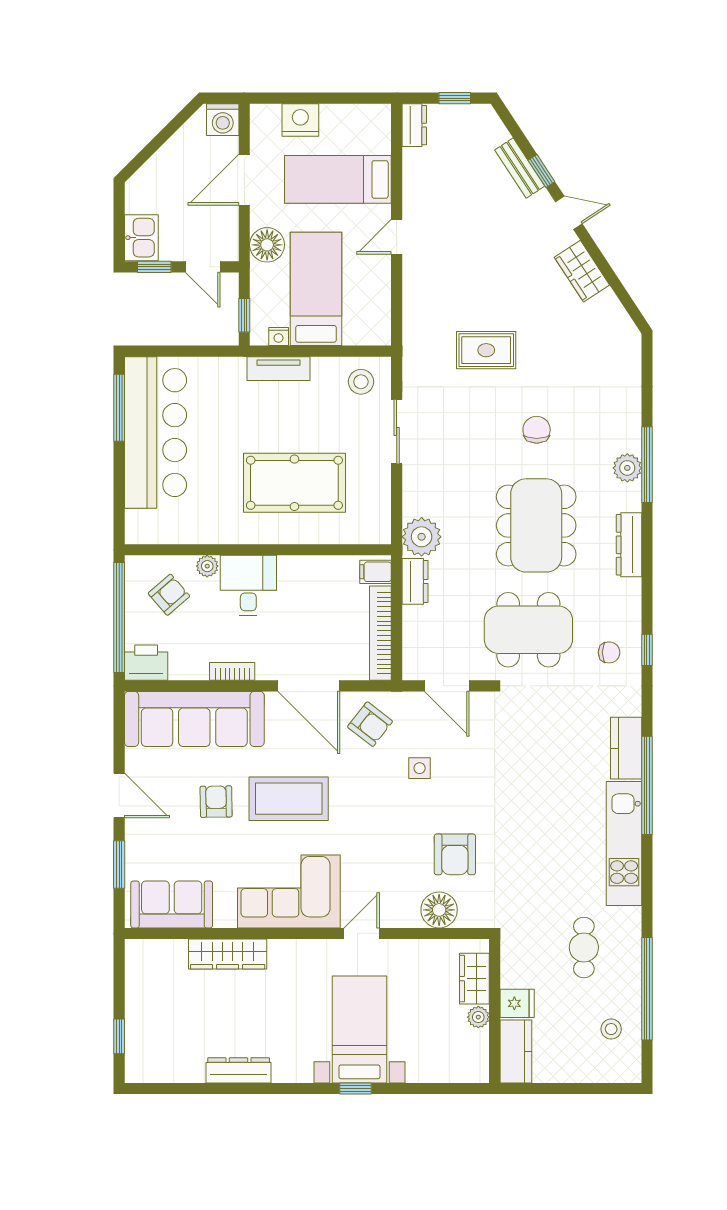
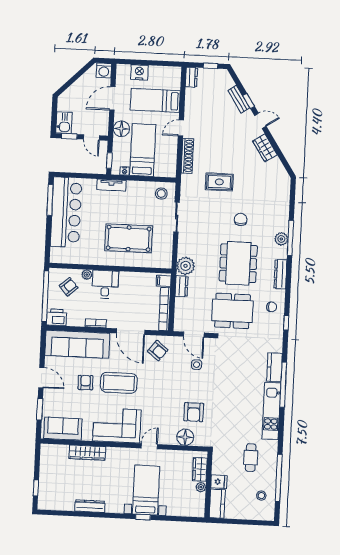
shoe rack: (414, 297) -> (187, 156), added
tv unit: (279, 369) -> (111, 185), moved
chair: (609, 652) -> (272, 307), moved
side table: (420, 768) -> (197, 365), moved

